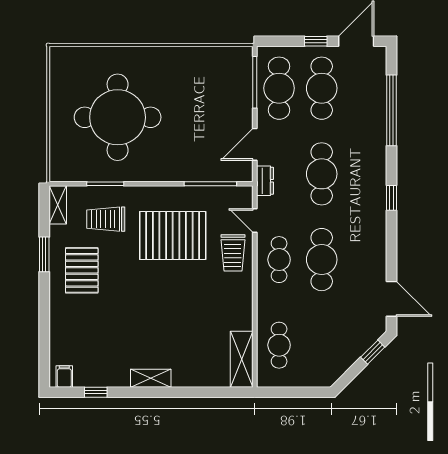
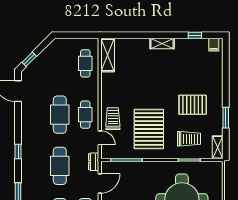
pallet: (173, 235) -> (149, 129), turned 90
pallet: (82, 270) -> (193, 105), moved, turned 90

